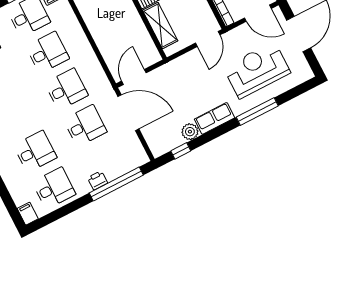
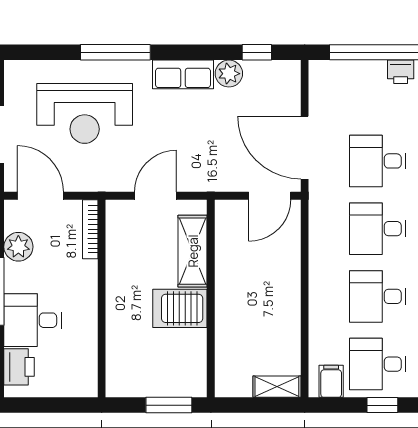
door: (208, 39) -> (155, 196), moved

